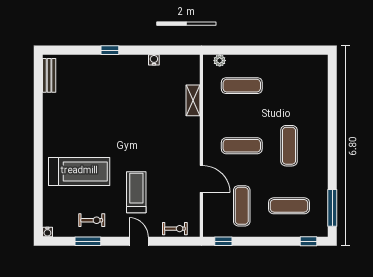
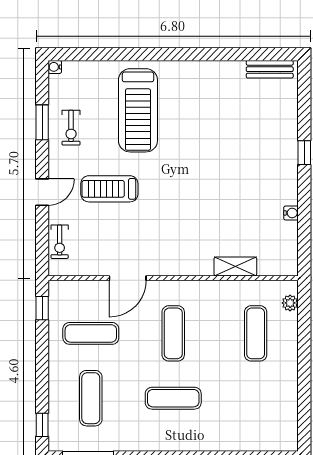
treadmill: (136, 192) -> (109, 189), turned 180

